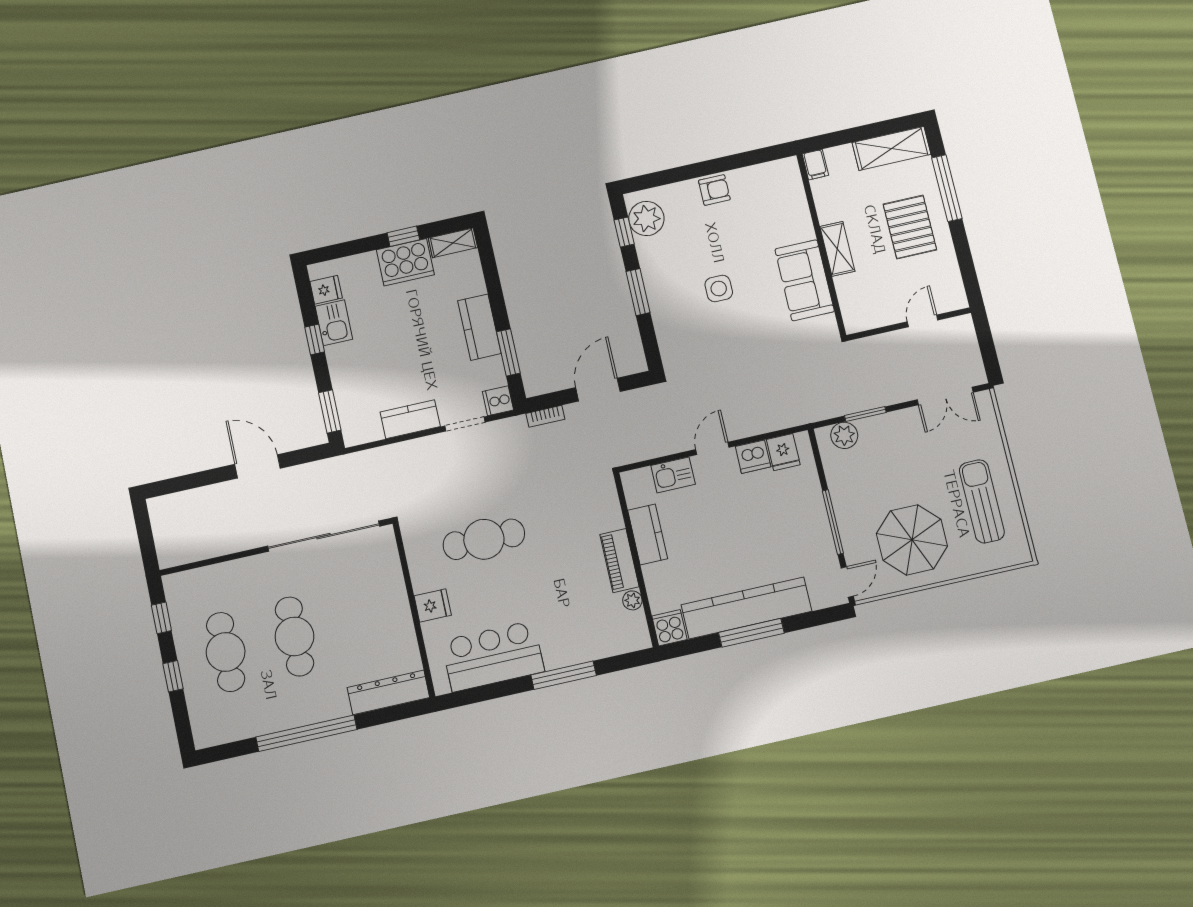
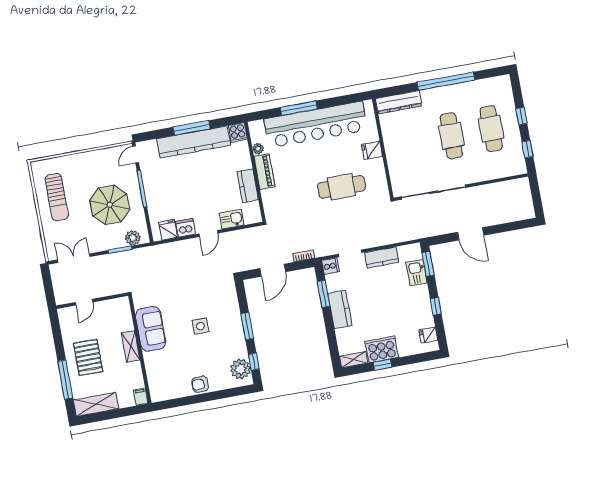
kitchen sink: (334, 323) -> (416, 273), moved
parasol: (912, 540) -> (110, 205), moved
bar counter: (493, 656) -> (316, 125), width x1.86

